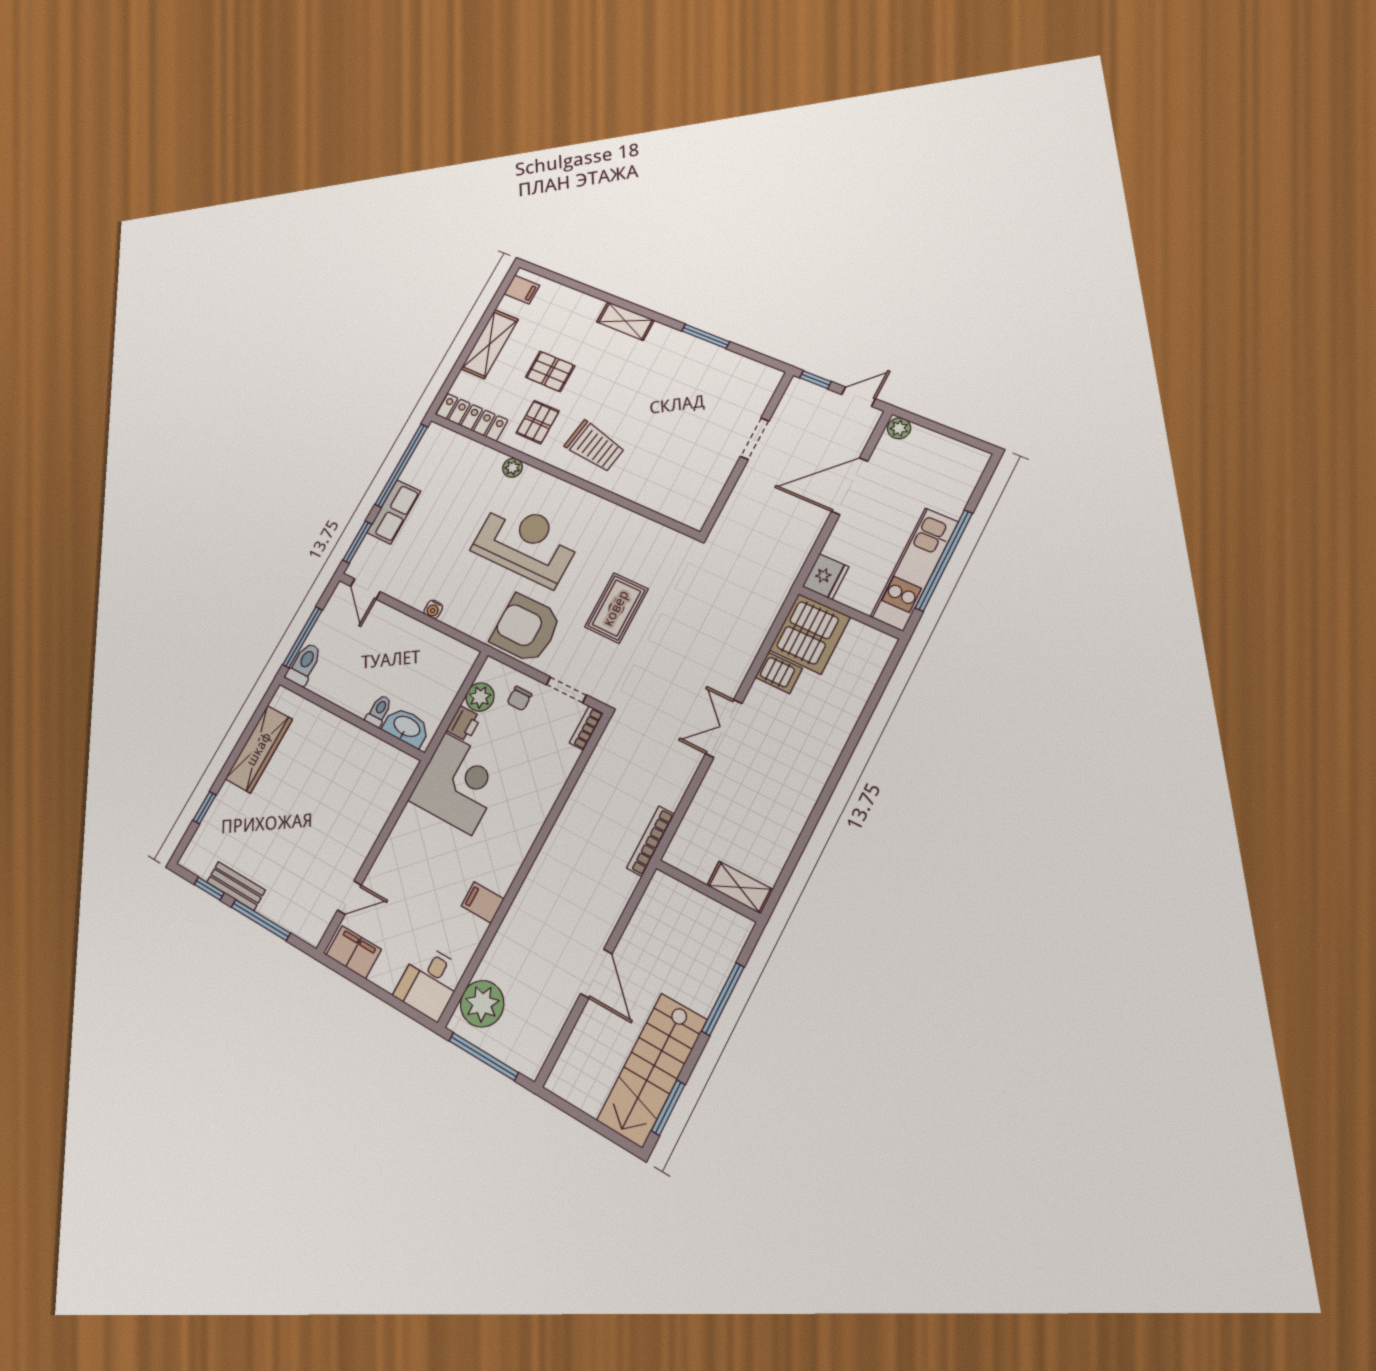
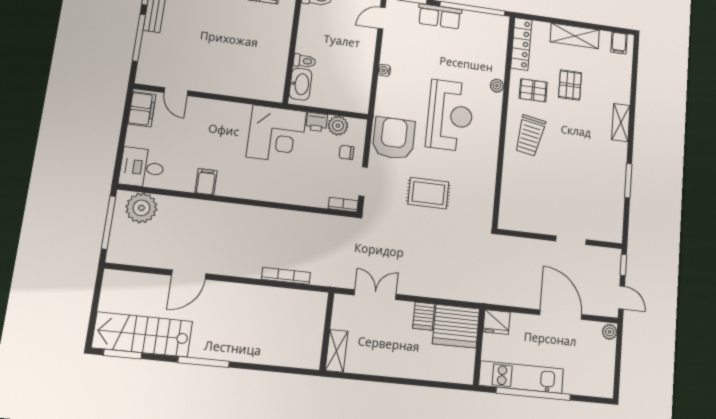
shelving: (740, 887) -> (337, 351), moved
wall: (708, 891) -> (327, 331), moved

